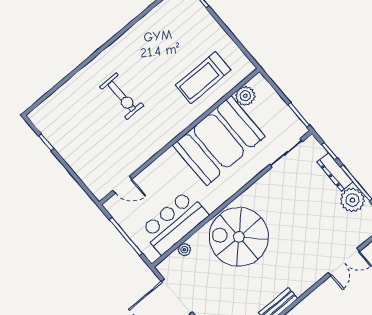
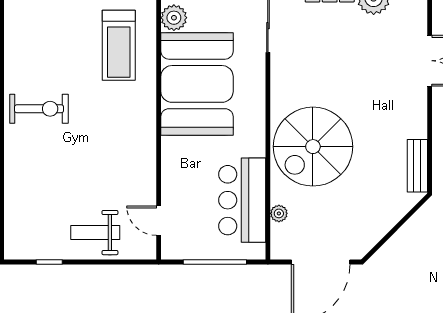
exercise bike: (122, 96) -> (39, 109), moved
weight bench: (85, 154) -> (95, 233), added
door: (122, 185) -> (159, 221), swing flipped

